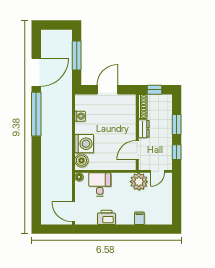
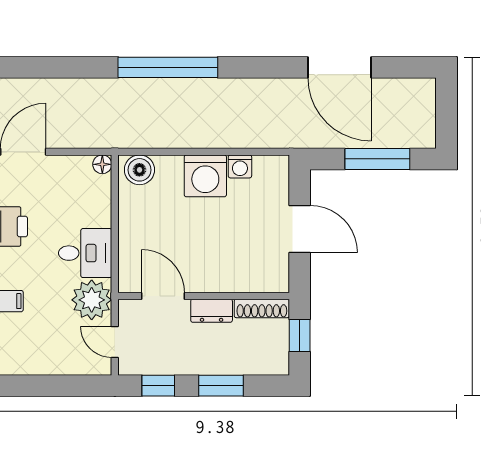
window: (36, 114) -> (168, 67), moved
washing machine: (84, 144) -> (205, 176), moved
desk: (100, 184) -> (85, 253), moved

